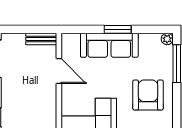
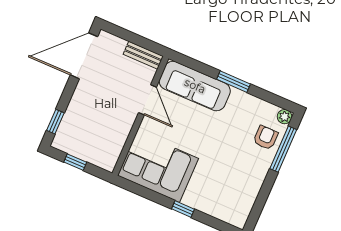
sofa: (109, 45) -> (195, 86), moved
armchair: (148, 95) -> (266, 138), moved, width x0.53, depth x0.53

